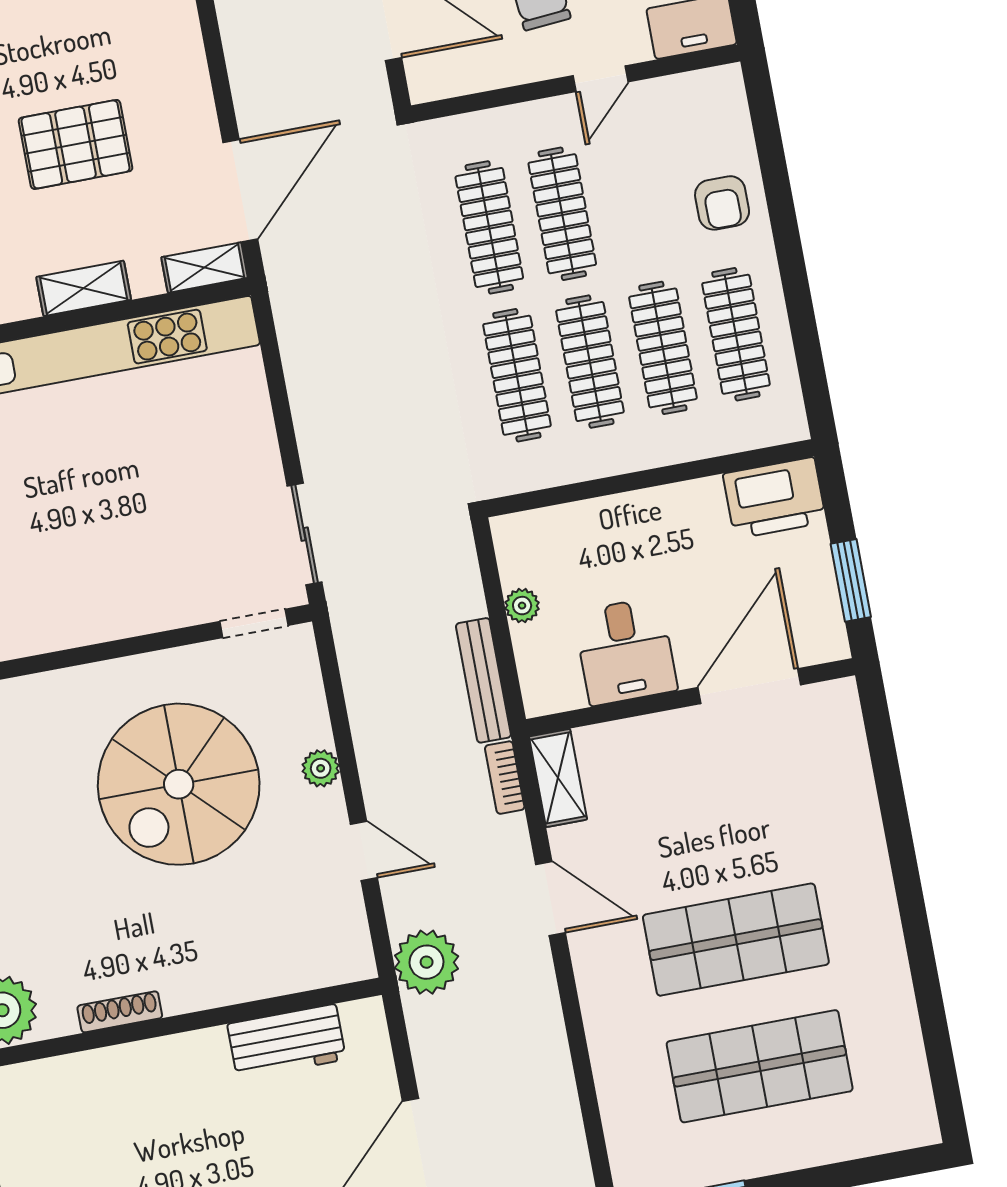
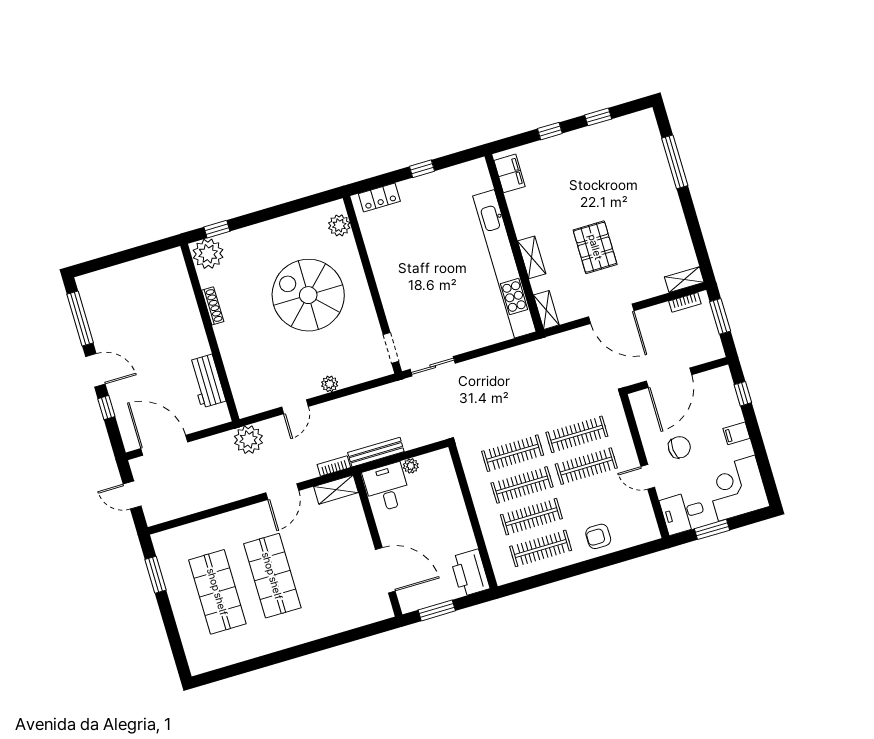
door: (240, 191) -> (611, 314), moved
desk: (625, 651) -> (387, 487), moved, turned 90
spiral stairs: (179, 784) -> (308, 295), moved

